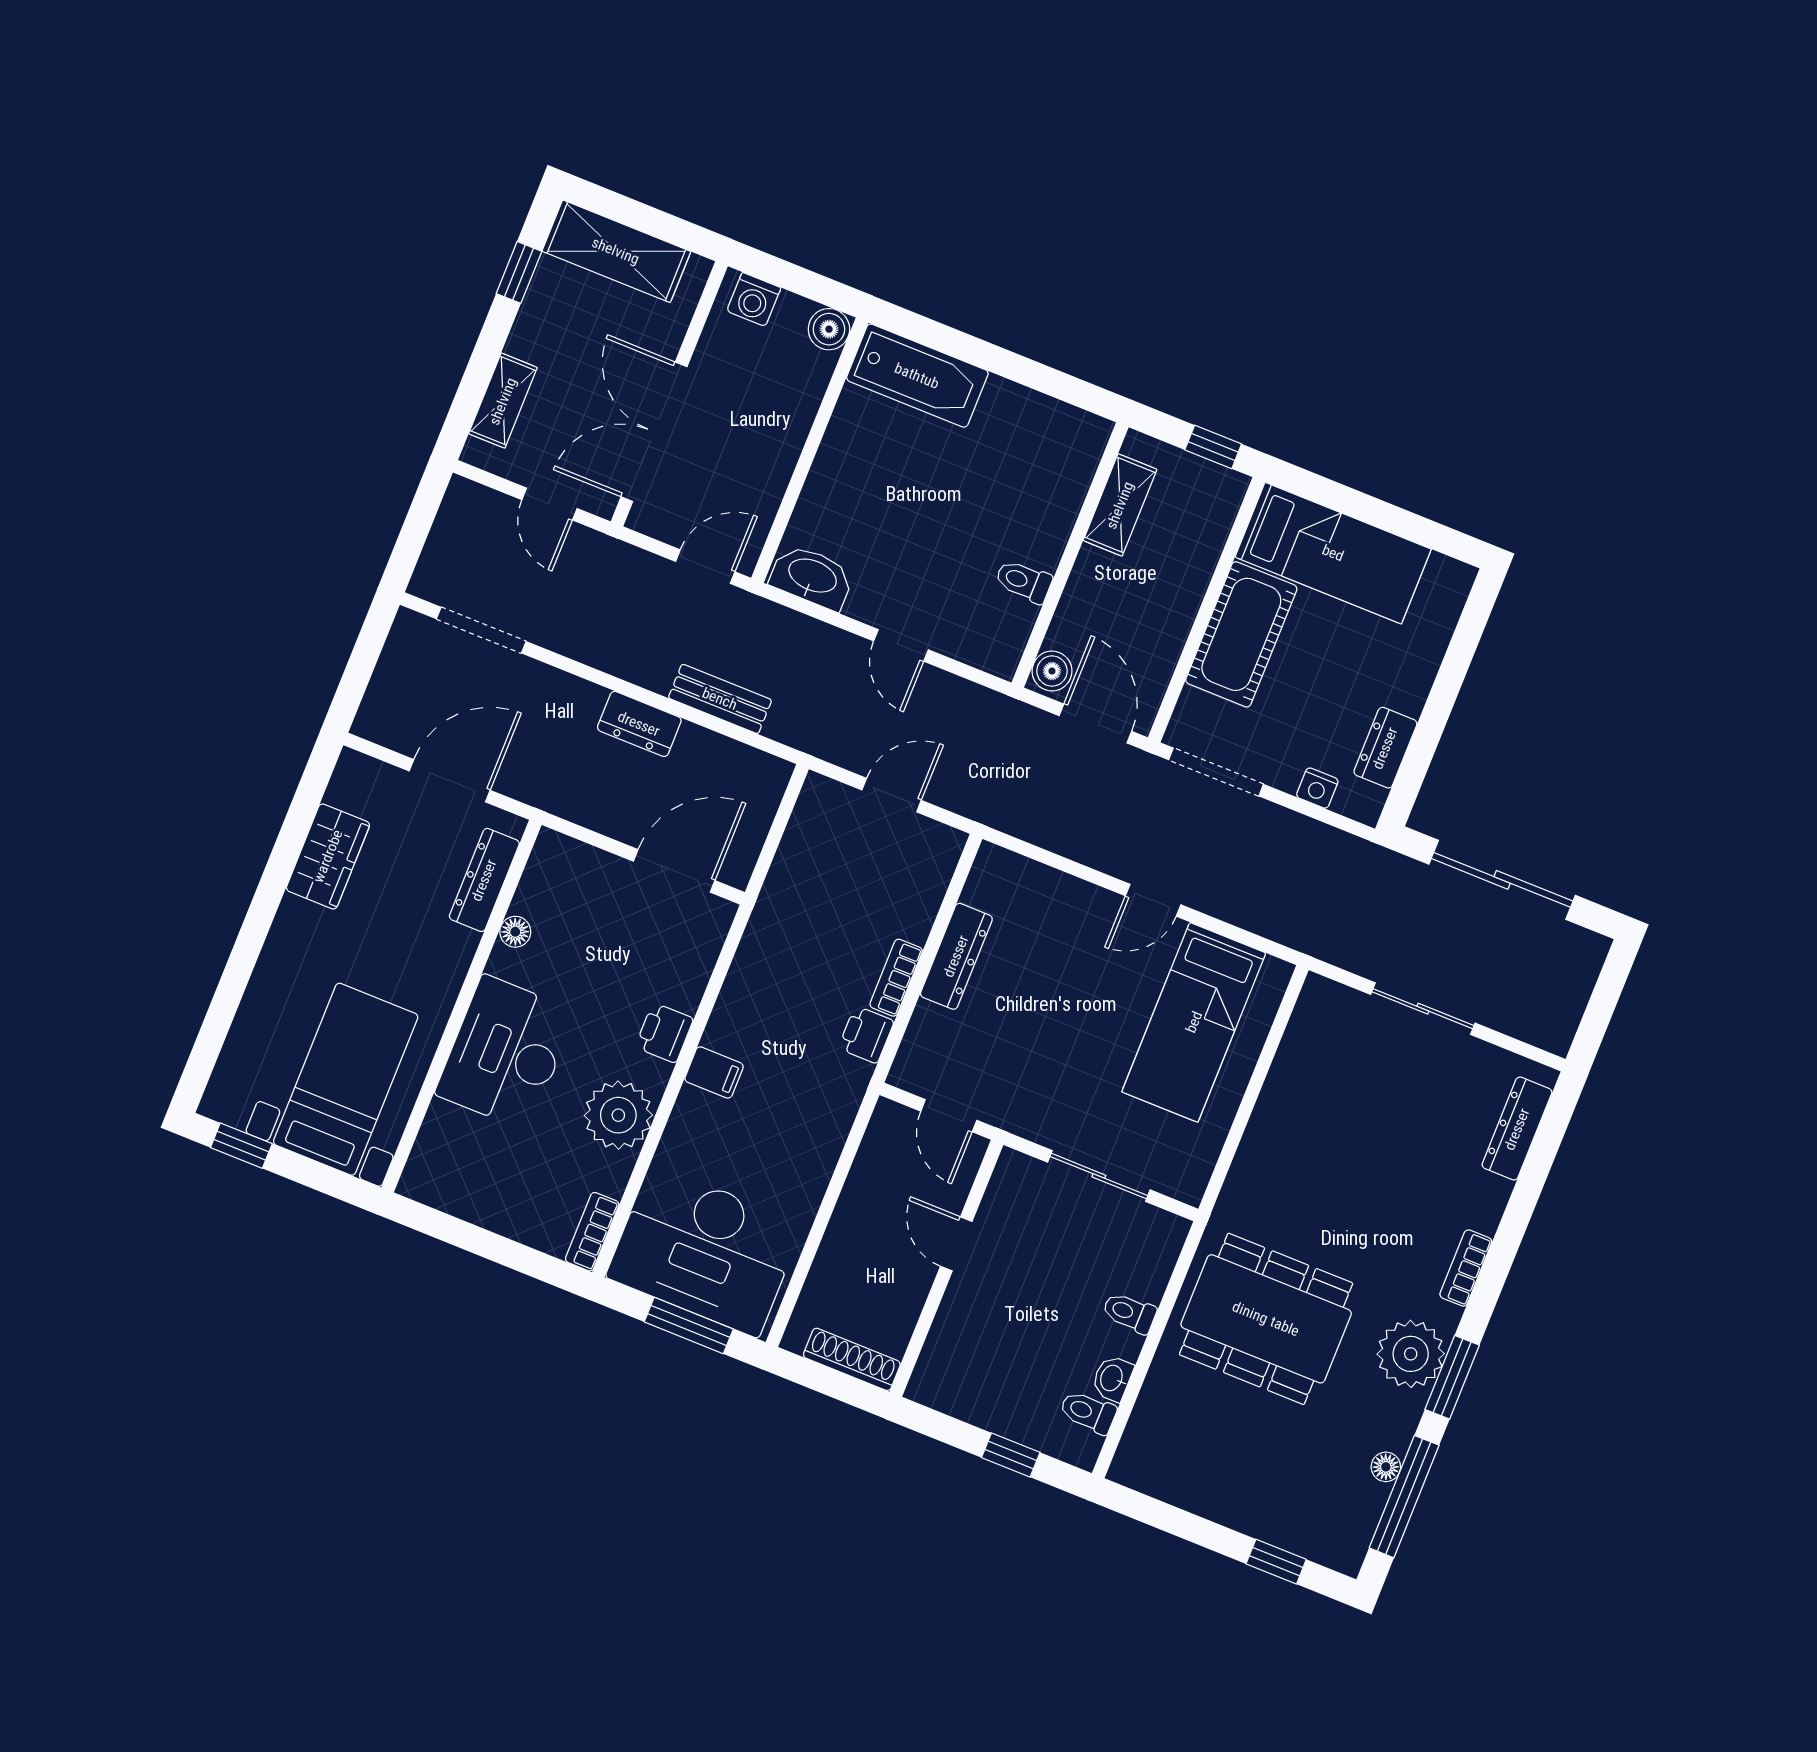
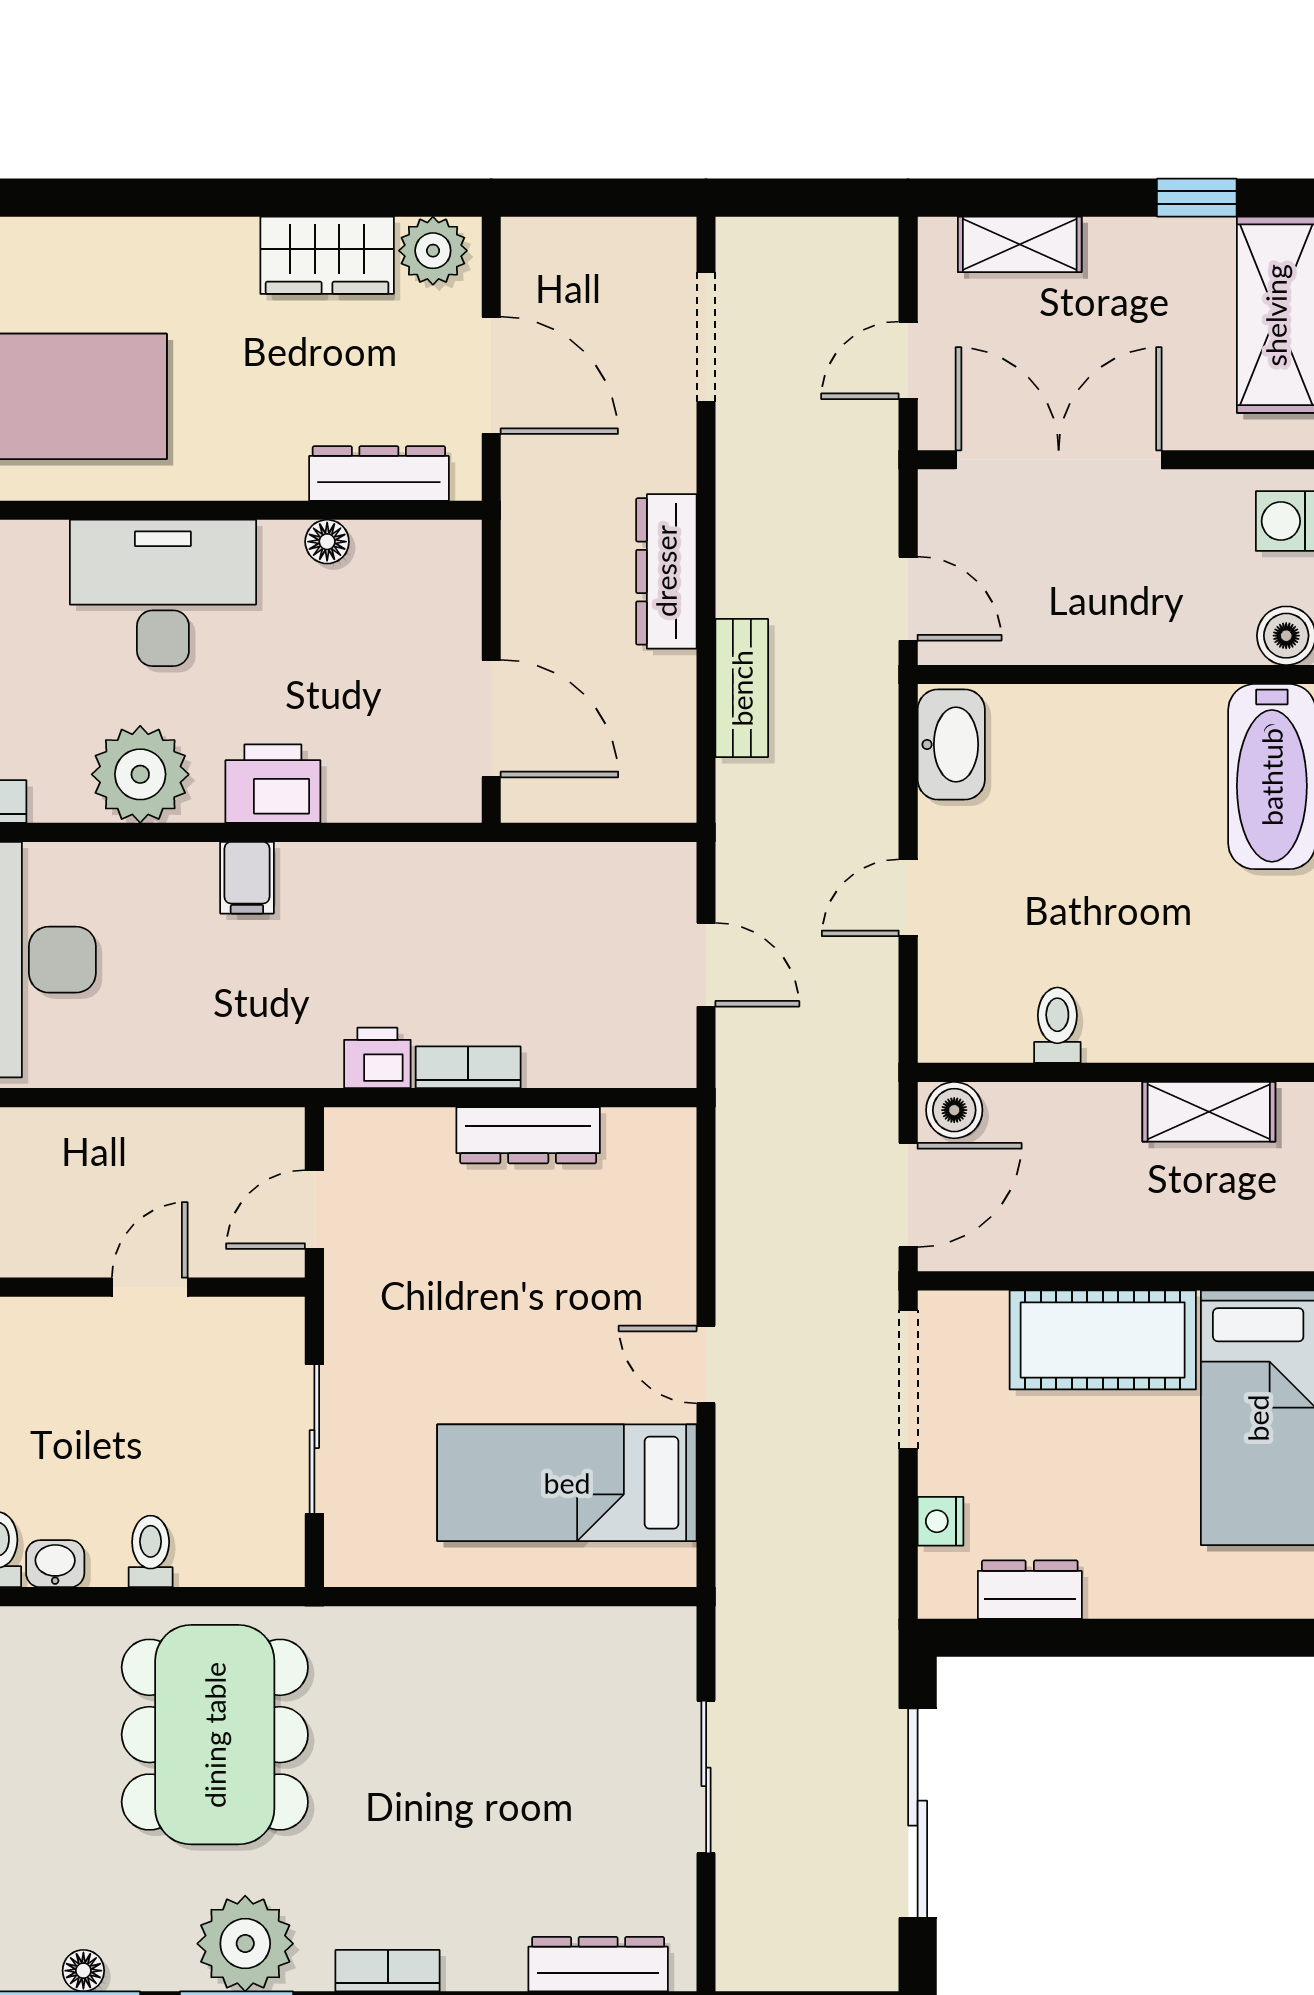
dresser: (639, 724) -> (666, 571), width x1.44
plant: (353, 786) -> (433, 251), added
printer: (664, 1033) -> (273, 784), width x1.36, depth x1.24

